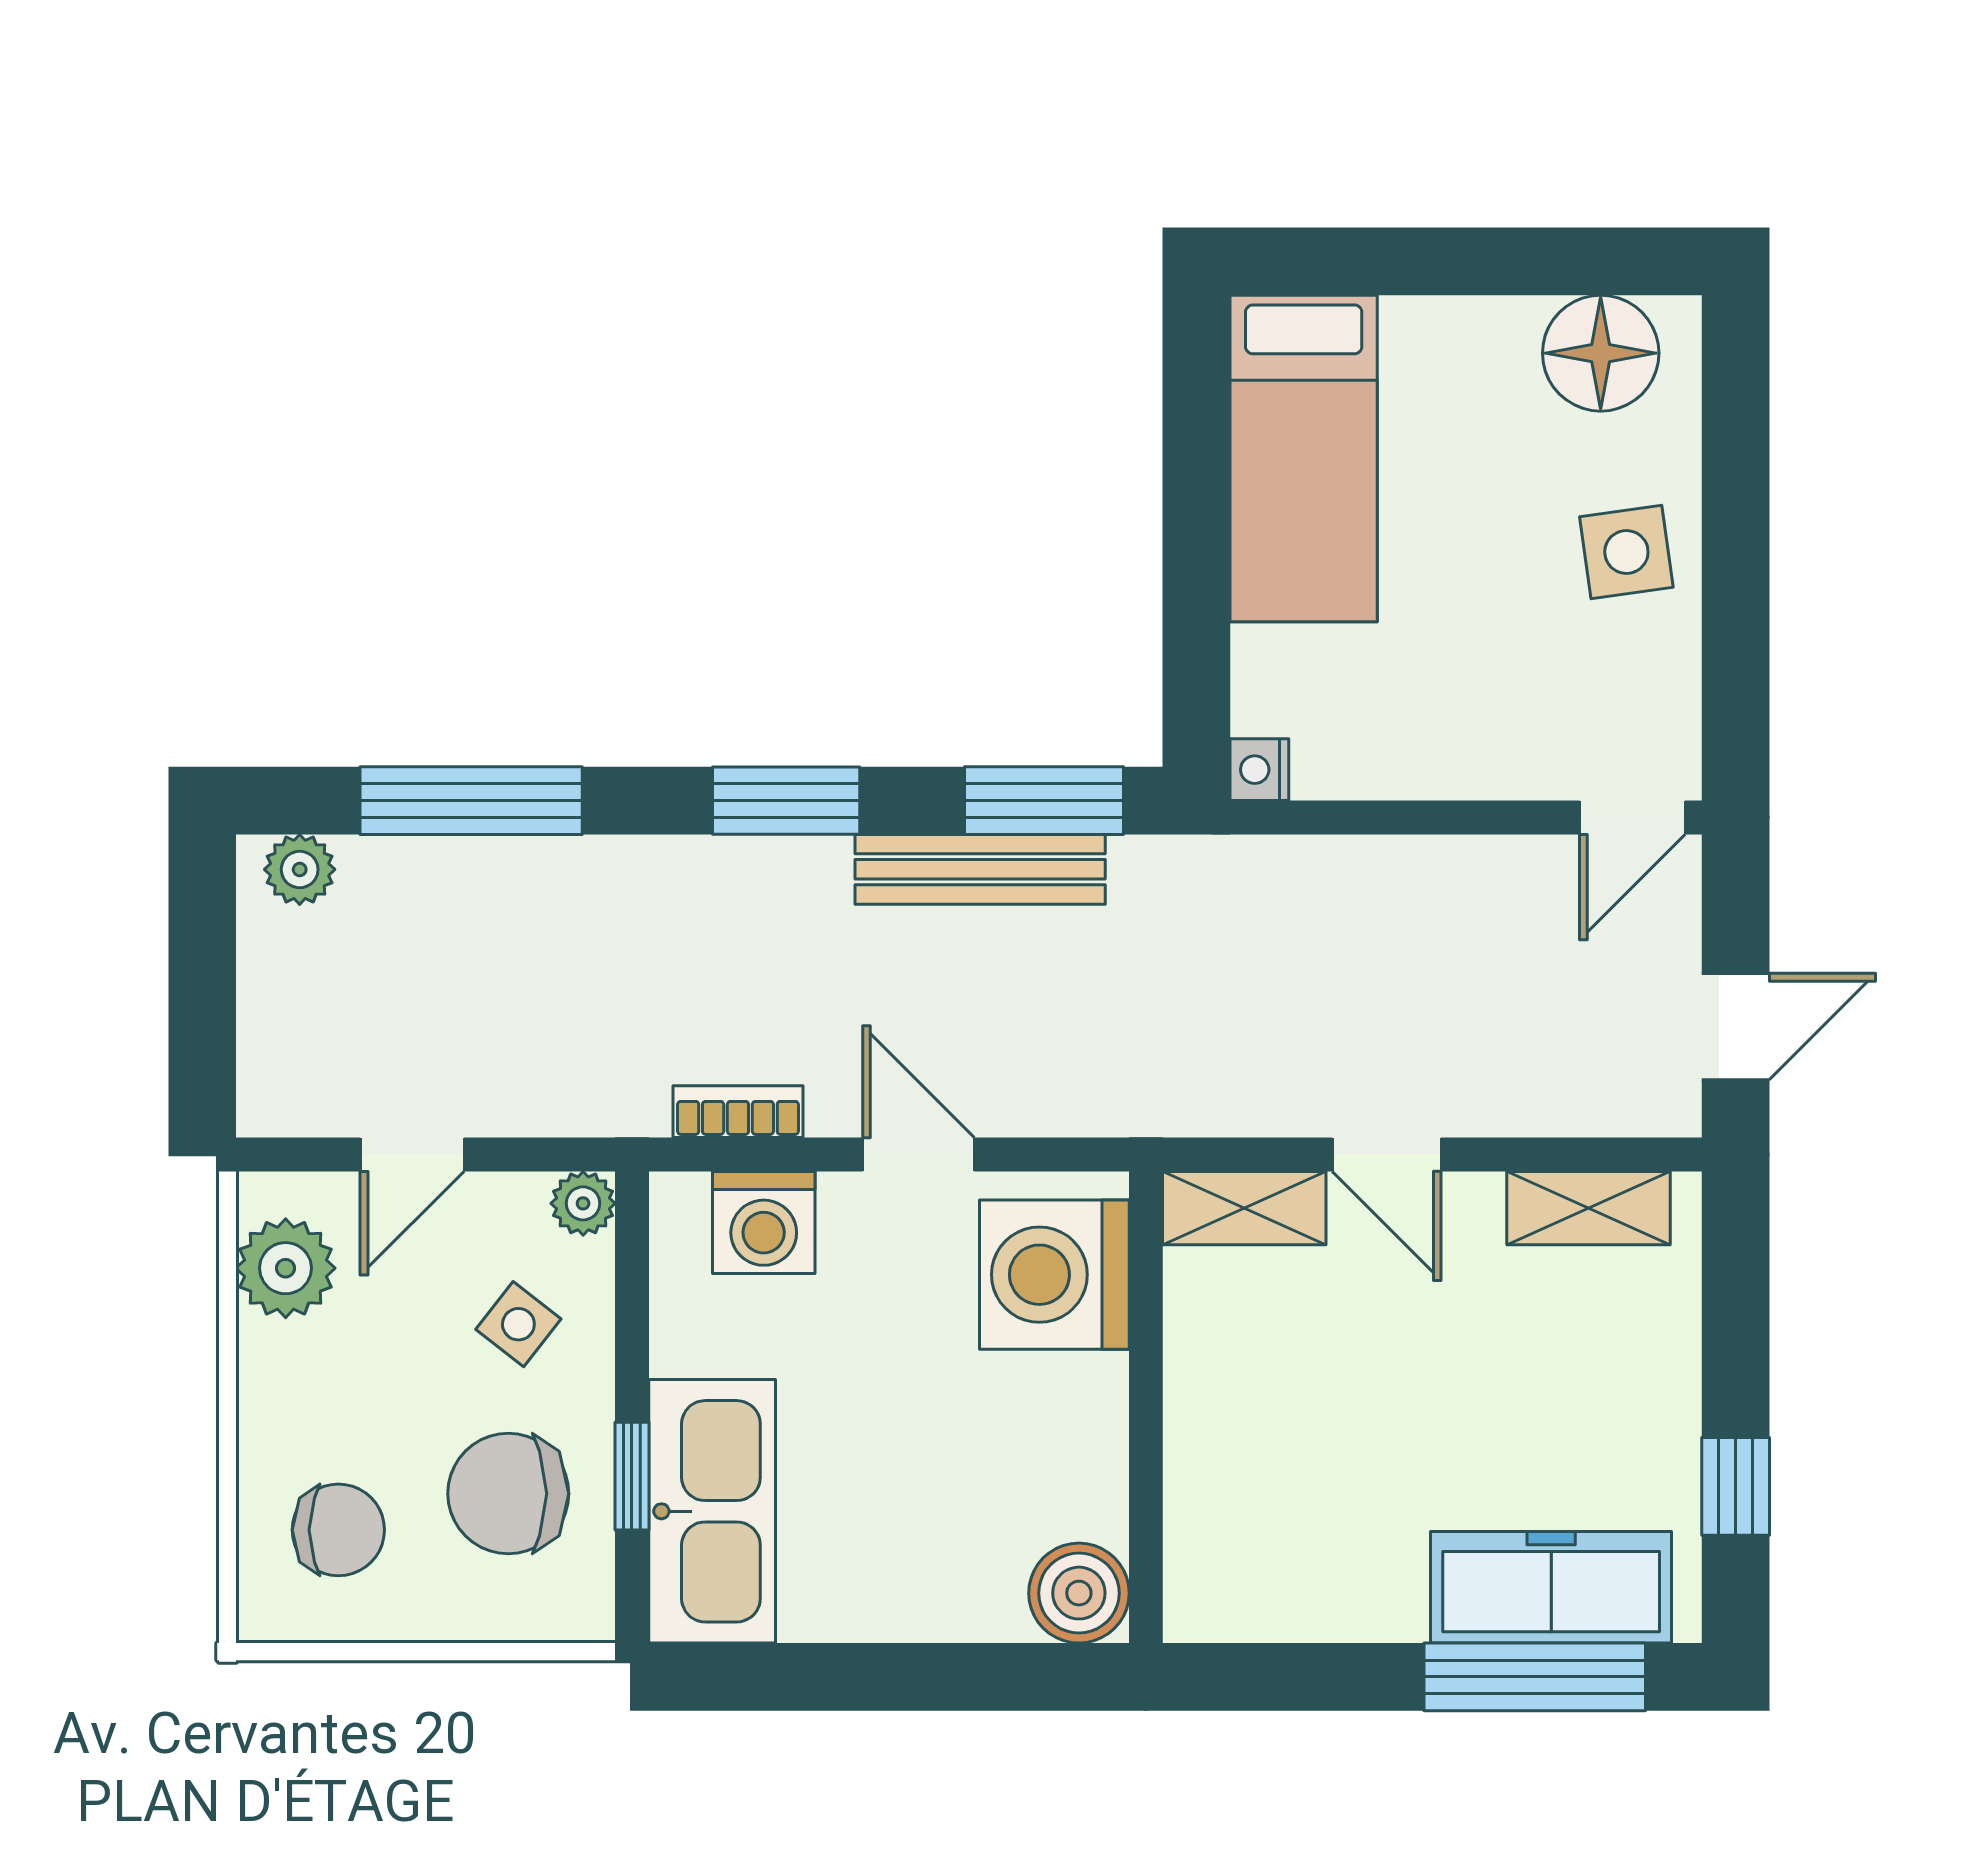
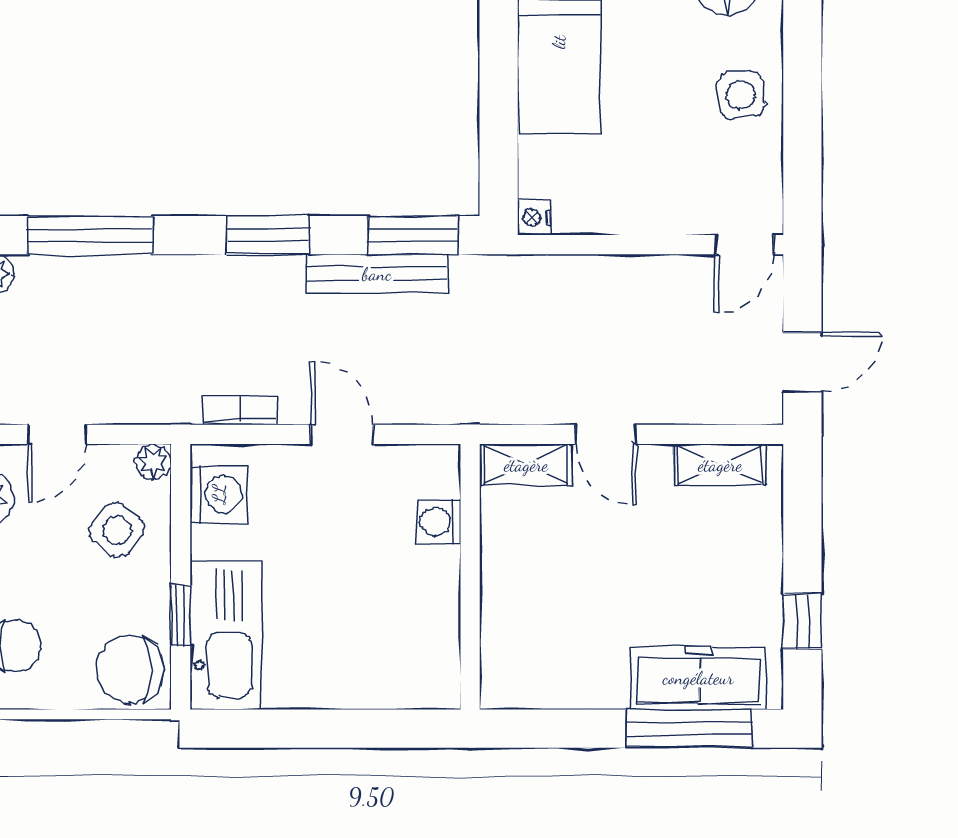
washing machine: (764, 1222) -> (219, 494), moved, turned -90
washing machine: (1054, 1275) -> (438, 522), width x0.53, depth x0.53
side table: (518, 1324) -> (117, 530), width x1.37, depth x1.37
chair: (508, 1494) -> (130, 669), moved
boiler: (1079, 1593) -> (432, 681), removed

